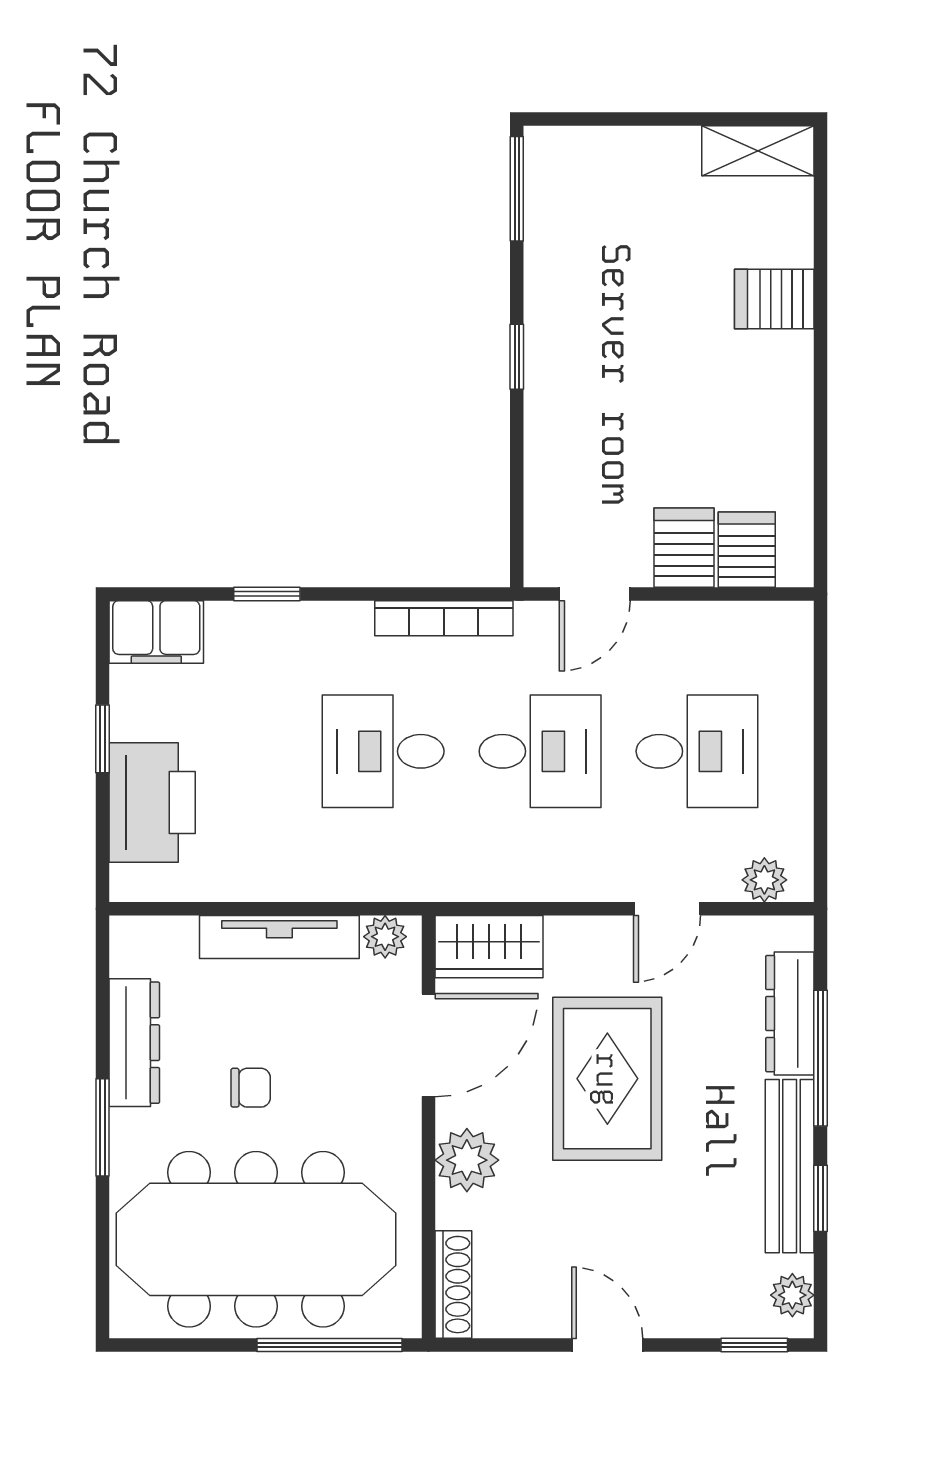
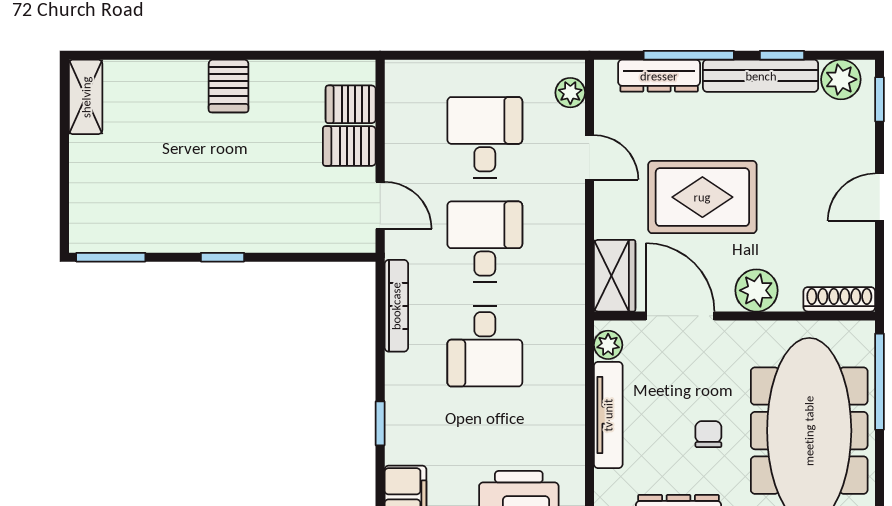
server rack: (774, 299) -> (229, 86), moved
plant: (792, 1295) -> (841, 79), width x1.38, depth x1.38

